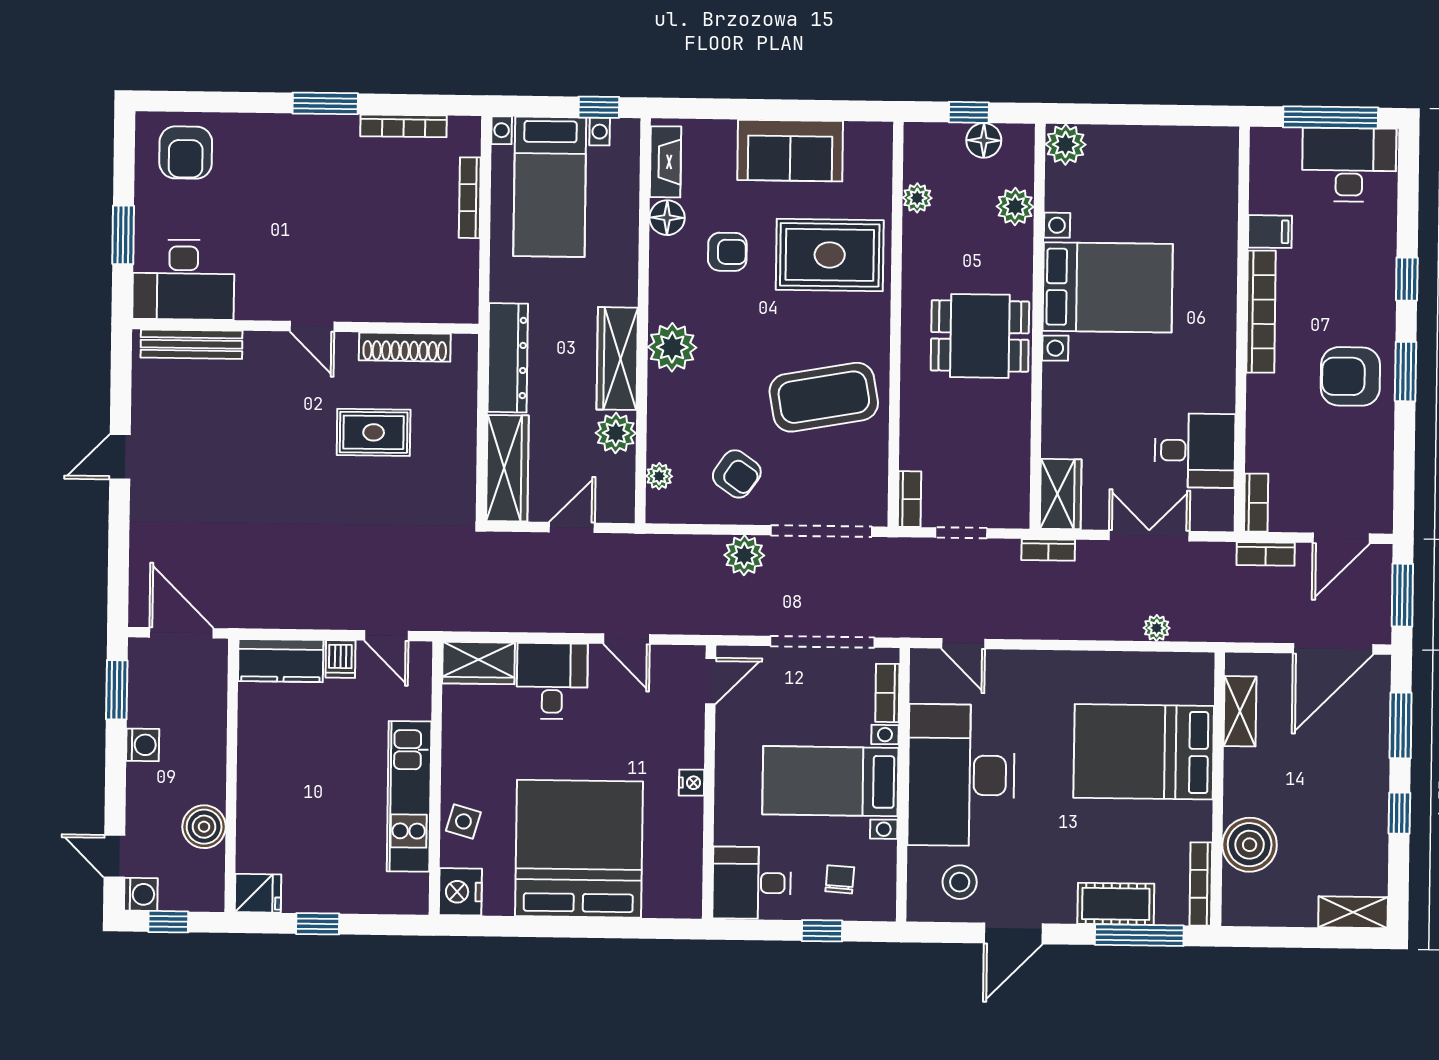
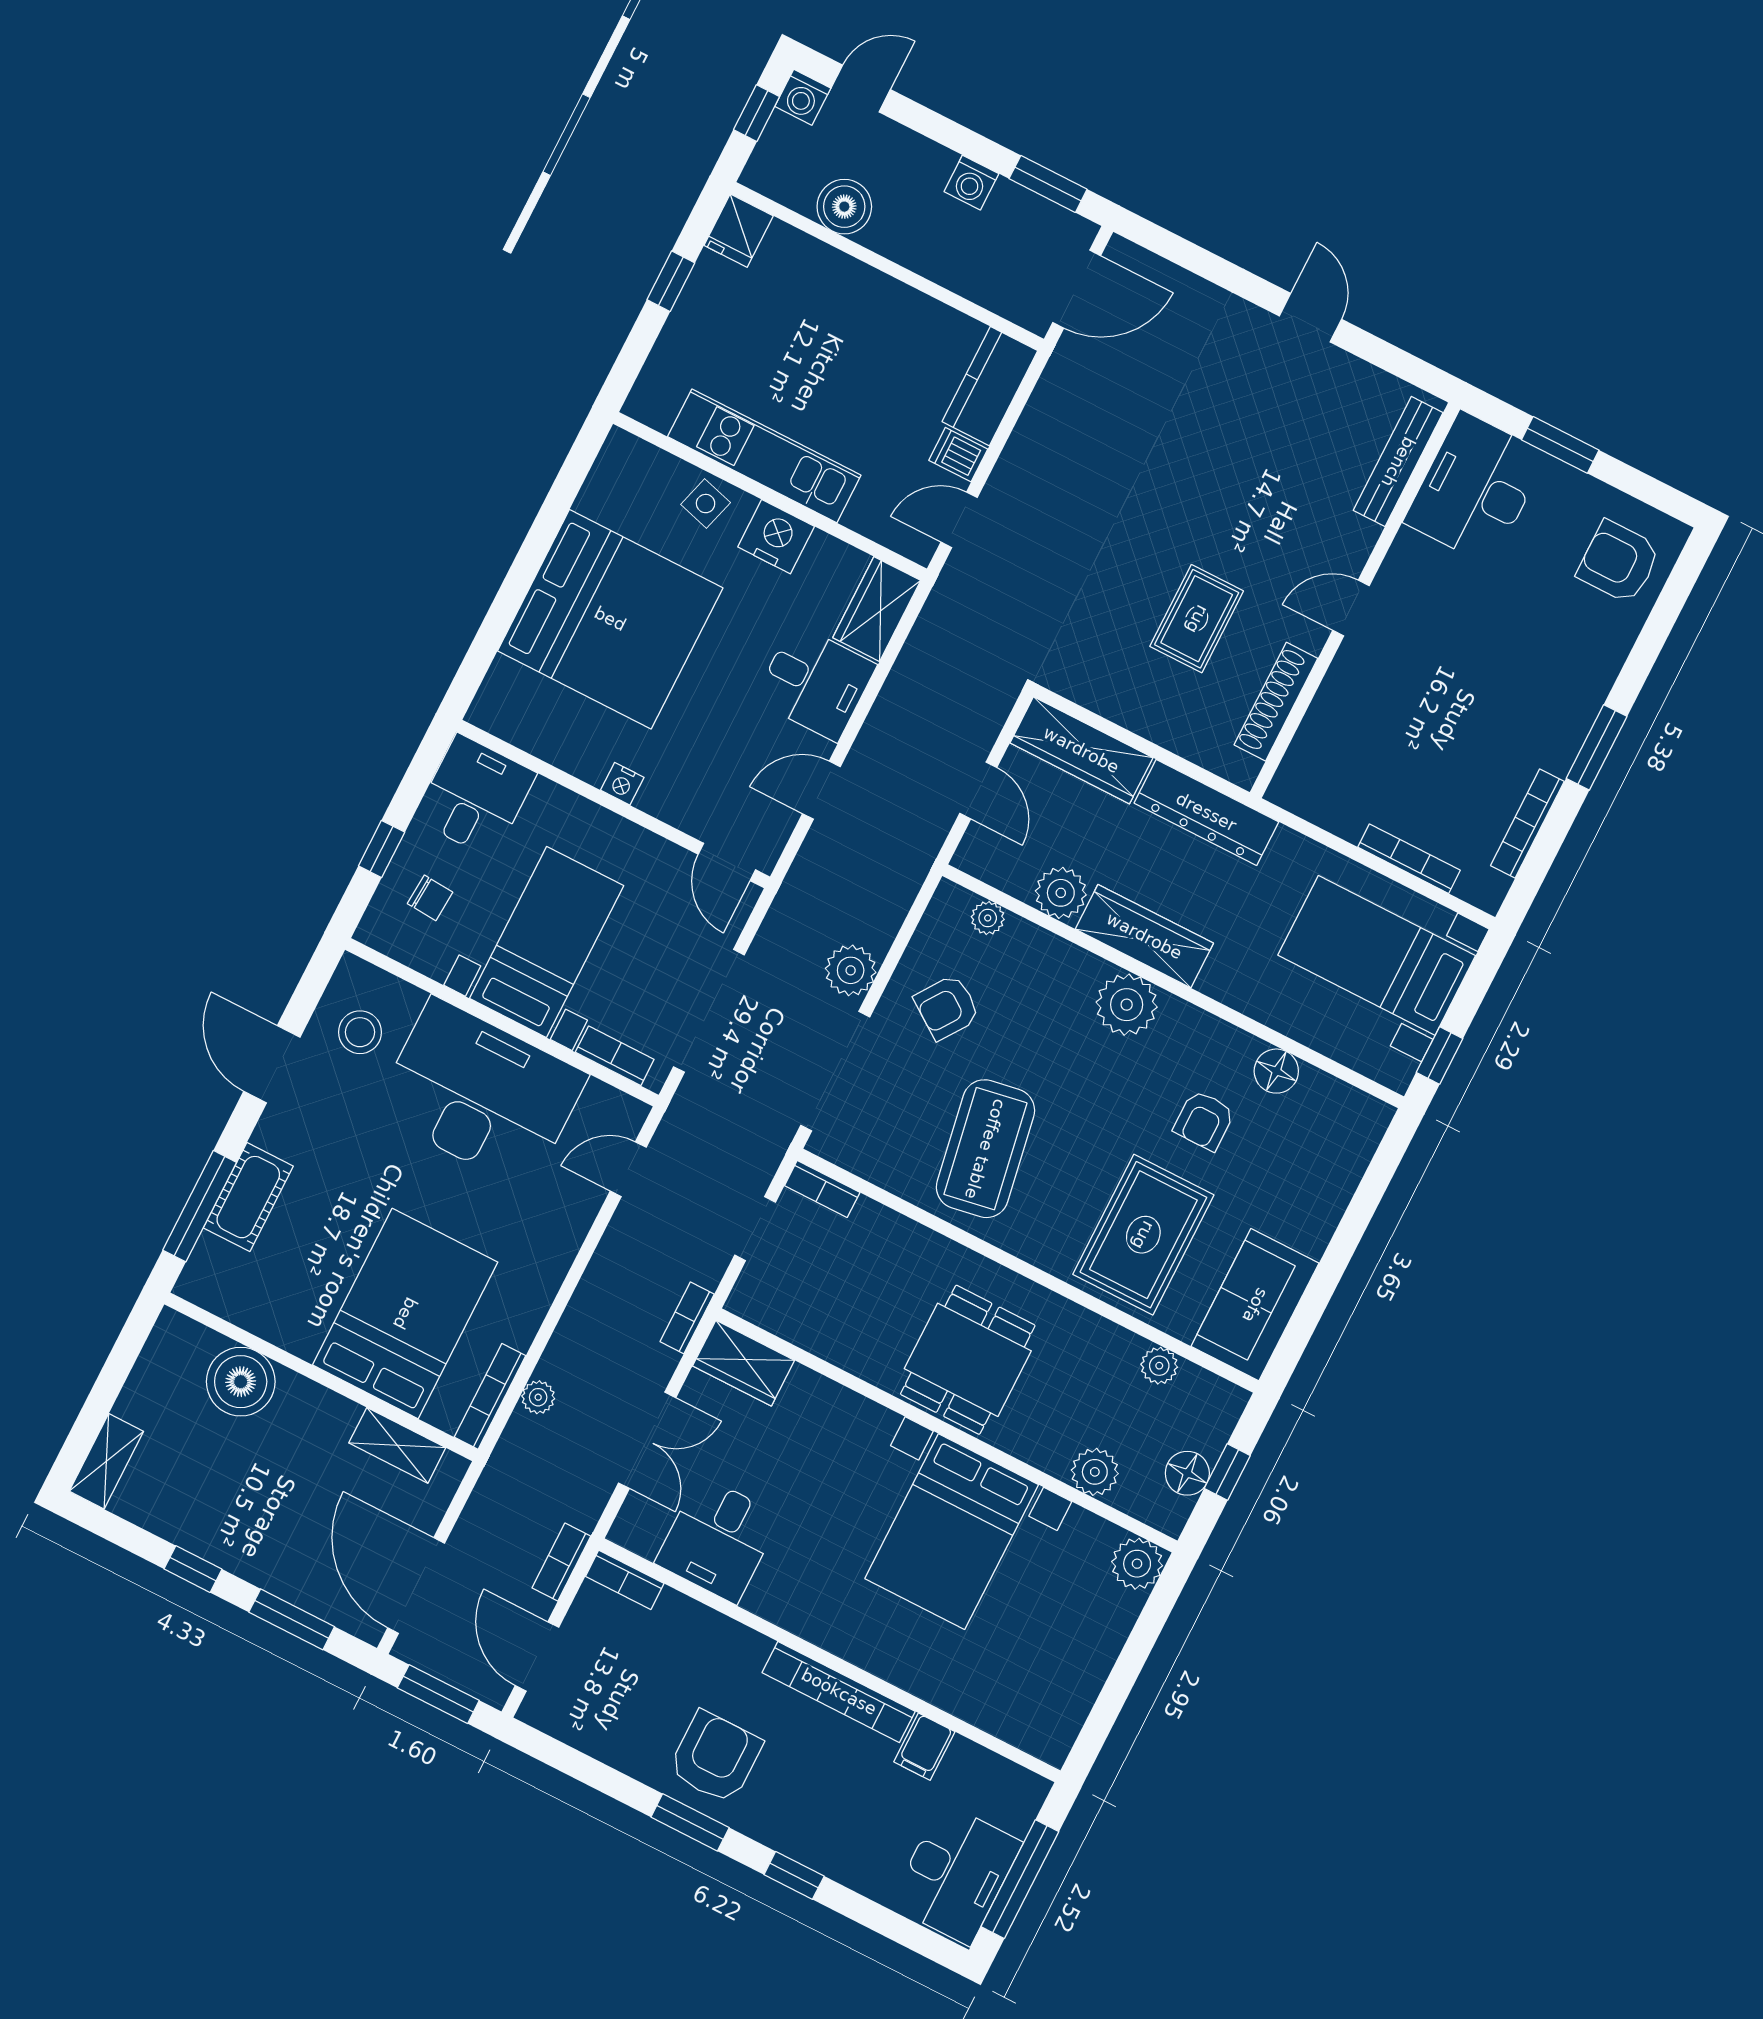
sofa: (790, 151) -> (1255, 1305), moved
fireplace: (665, 162) -> (1341, 1100), removed
bookcase: (1201, 884) -> (490, 1396), moved, turned -90
nightstand: (460, 892) -> (776, 537), moved

